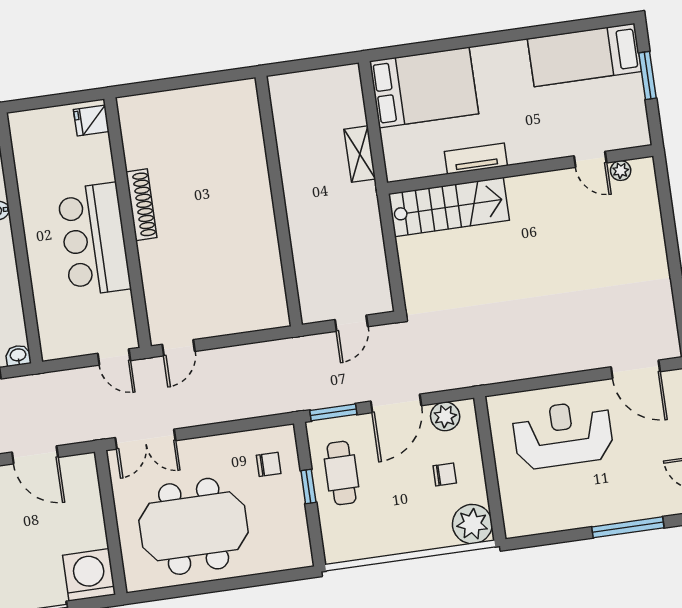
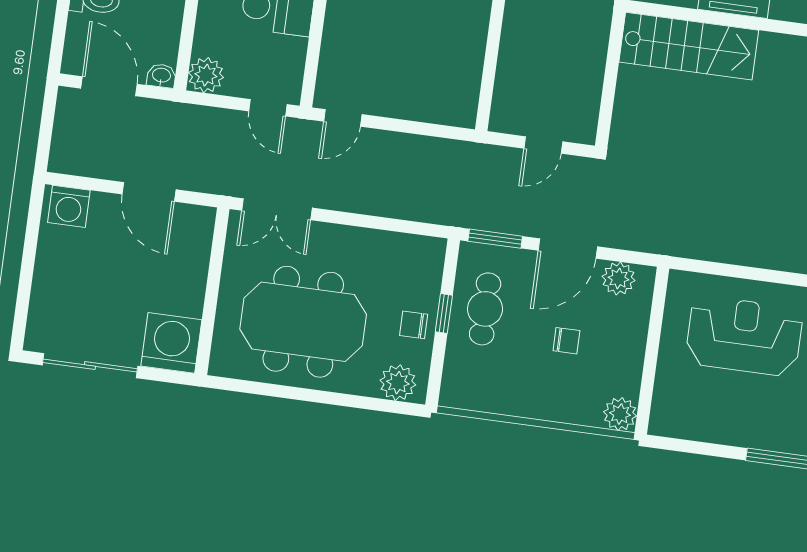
plant: (55, 344) -> (206, 75), added
chair: (269, 464) -> (414, 325), moved, turned 180
chair: (445, 474) -> (566, 341), moved
plant: (472, 524) -> (620, 414), width x0.73, depth x0.73
plant: (286, 555) -> (398, 383), added

